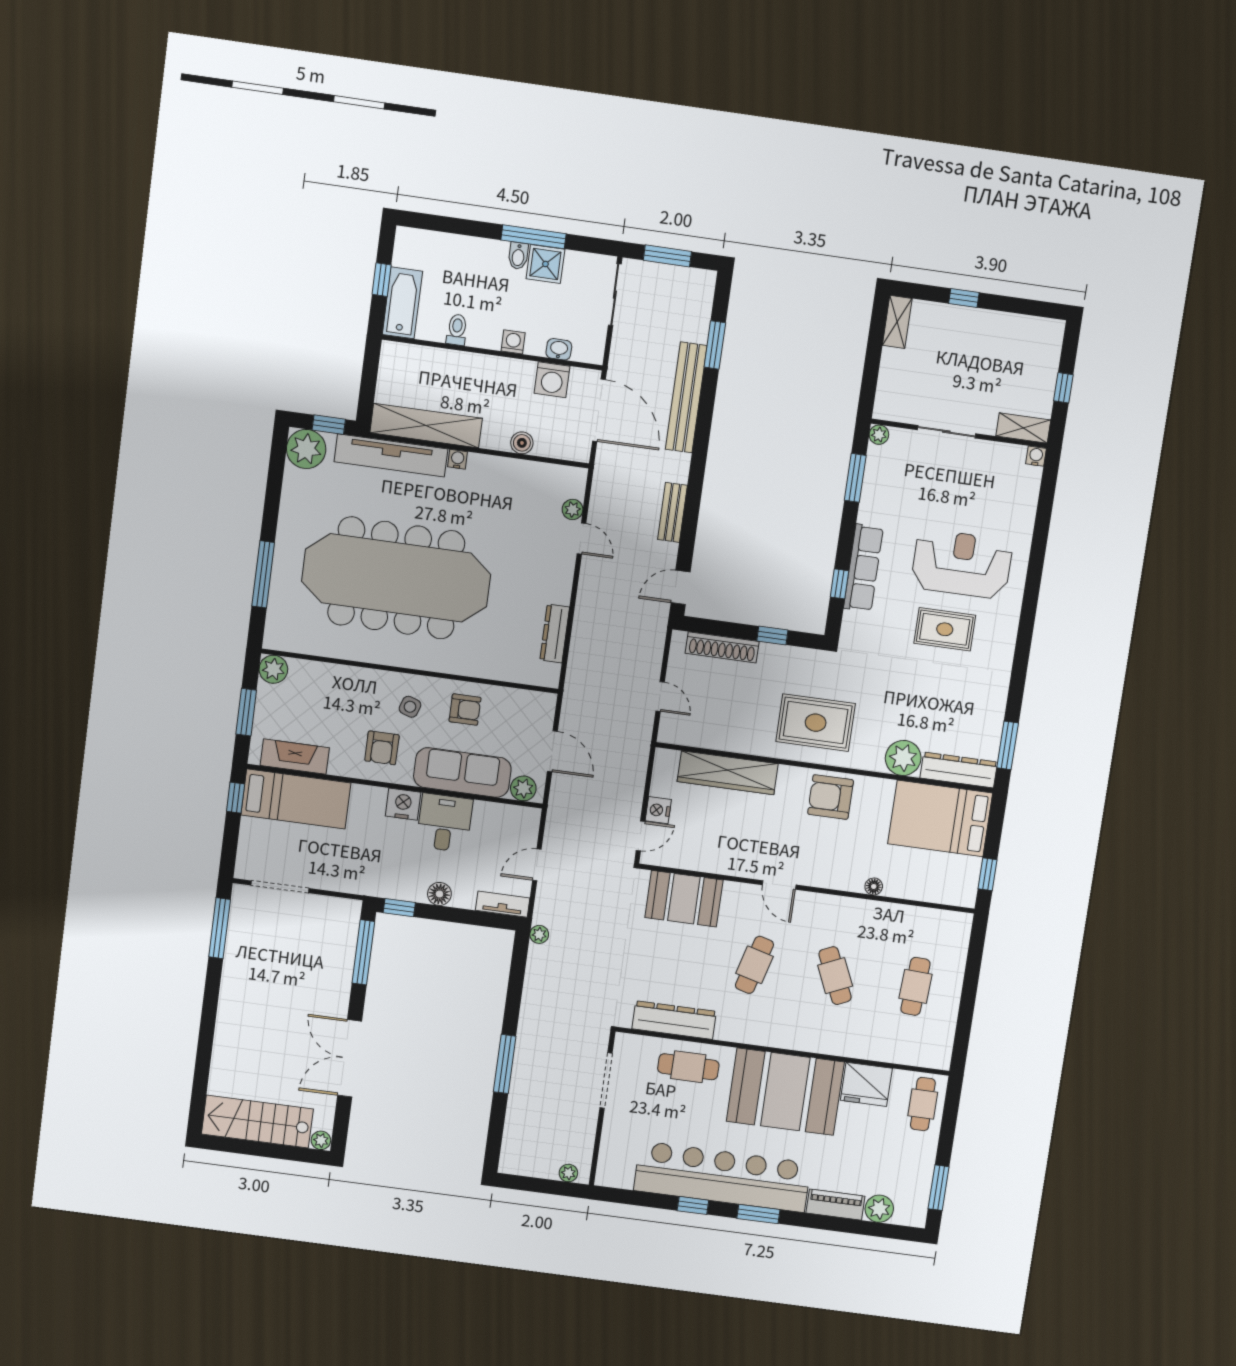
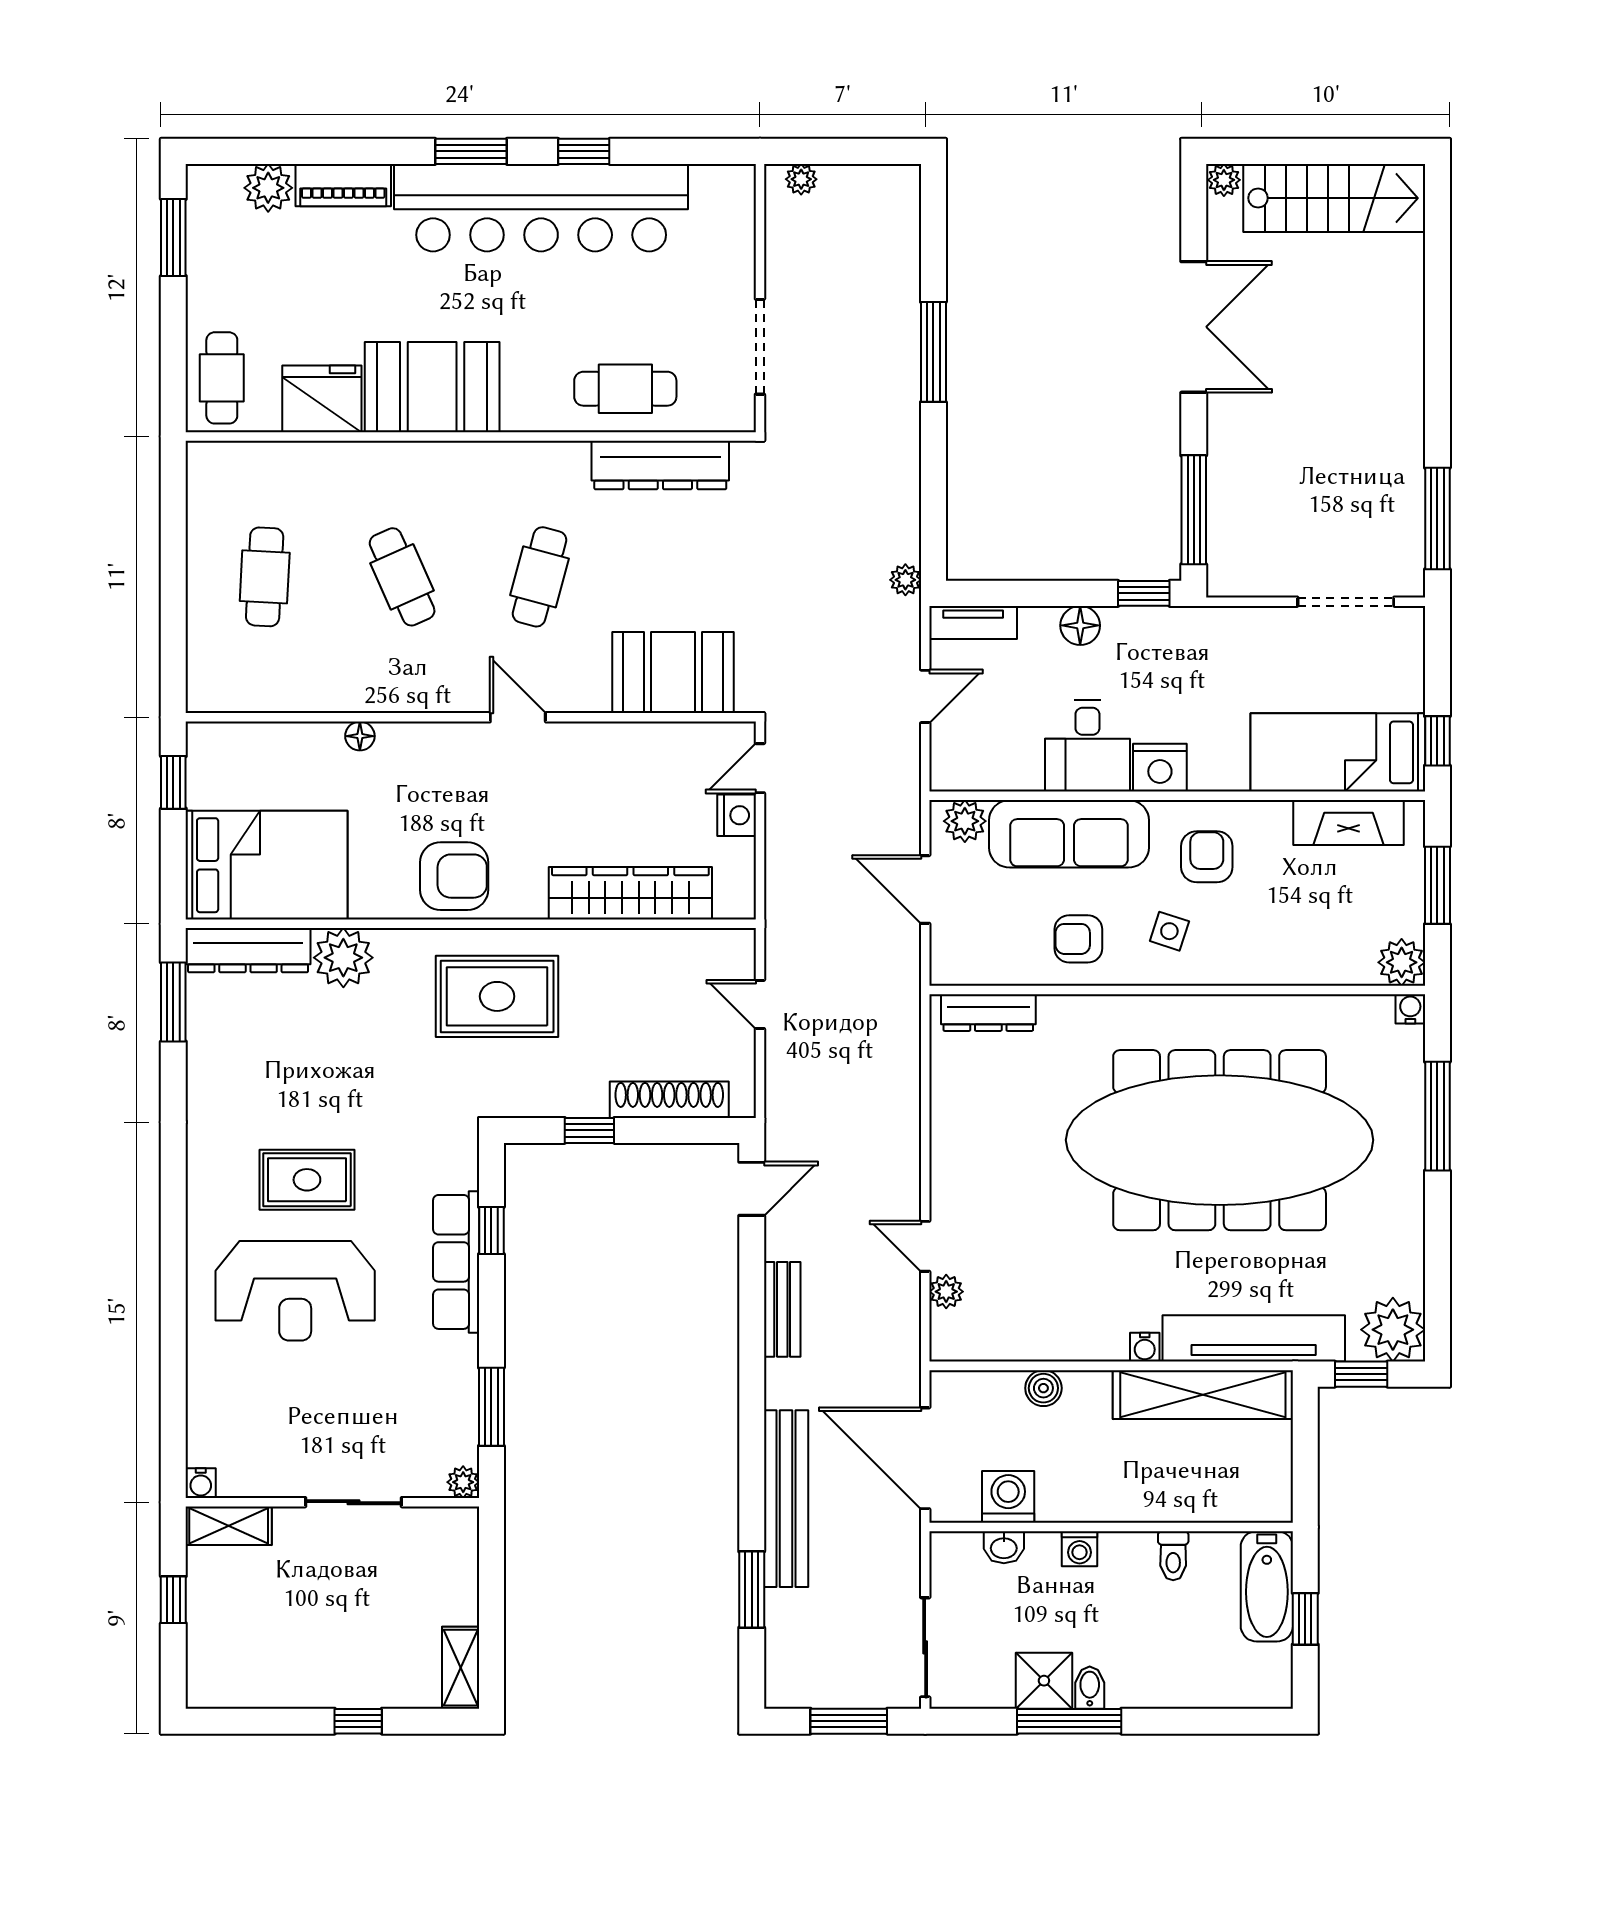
dresser: (555, 634) -> (988, 1013), moved, turned 90
water cooler: (272, 641) -> (1410, 1009), added
booth: (785, 1092) -> (432, 387), width x0.73, depth x0.70

